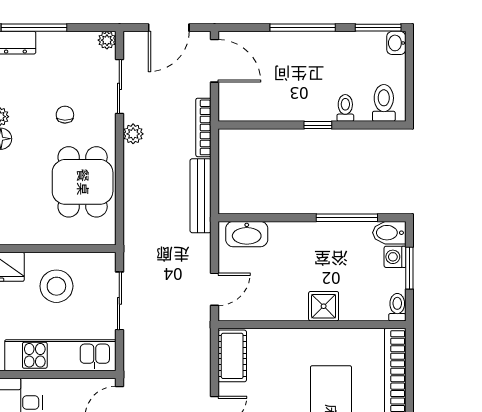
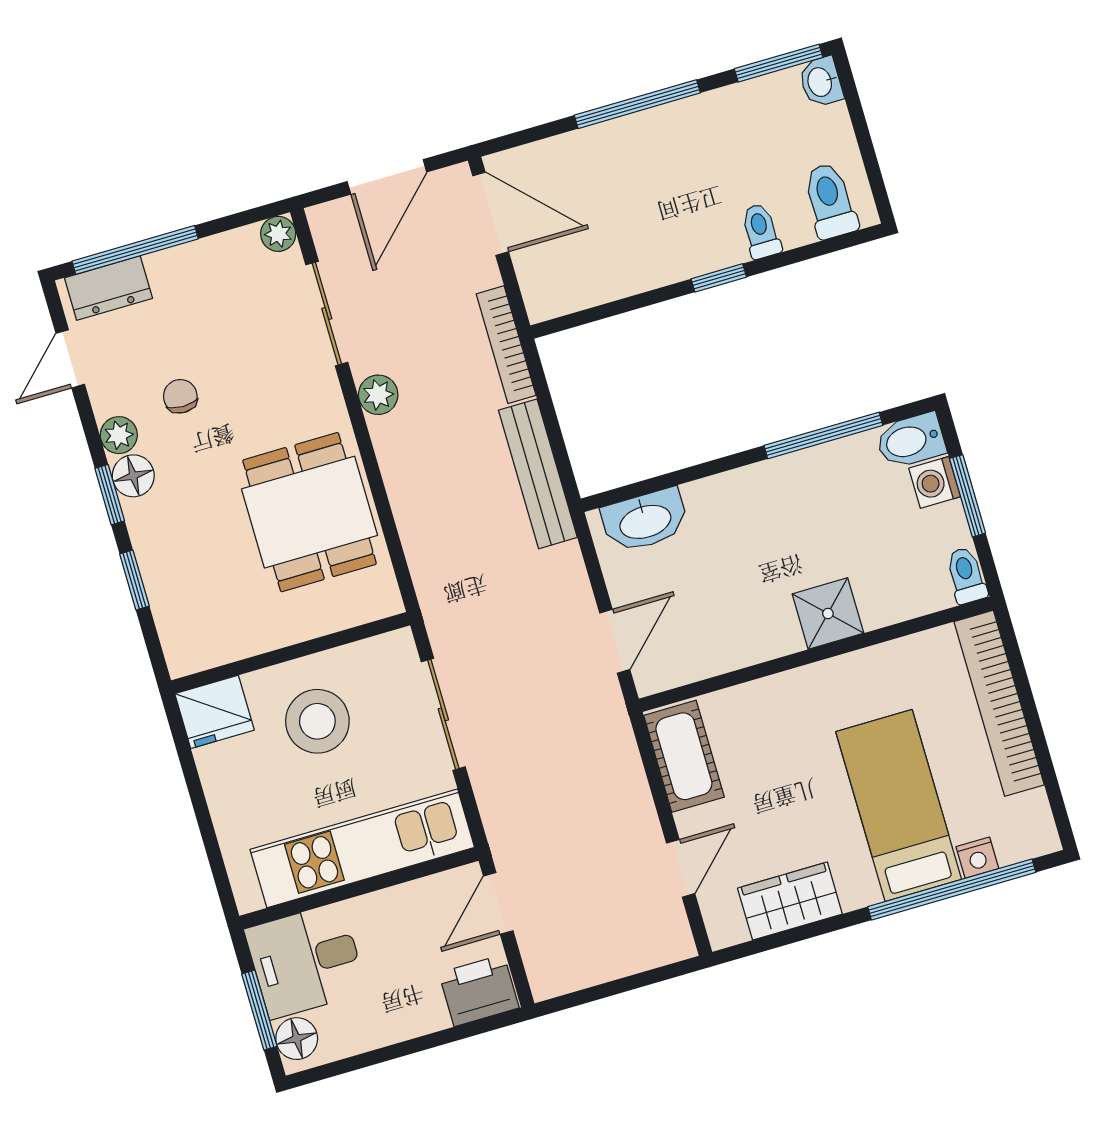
chair: (65, 115) -> (180, 396), moved

